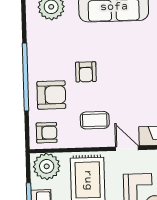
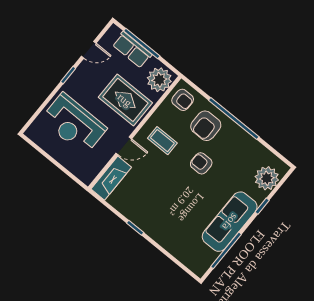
coffee table: (95, 120) -> (162, 141), turned 90
armchair: (47, 133) -> (183, 100), turned -90

